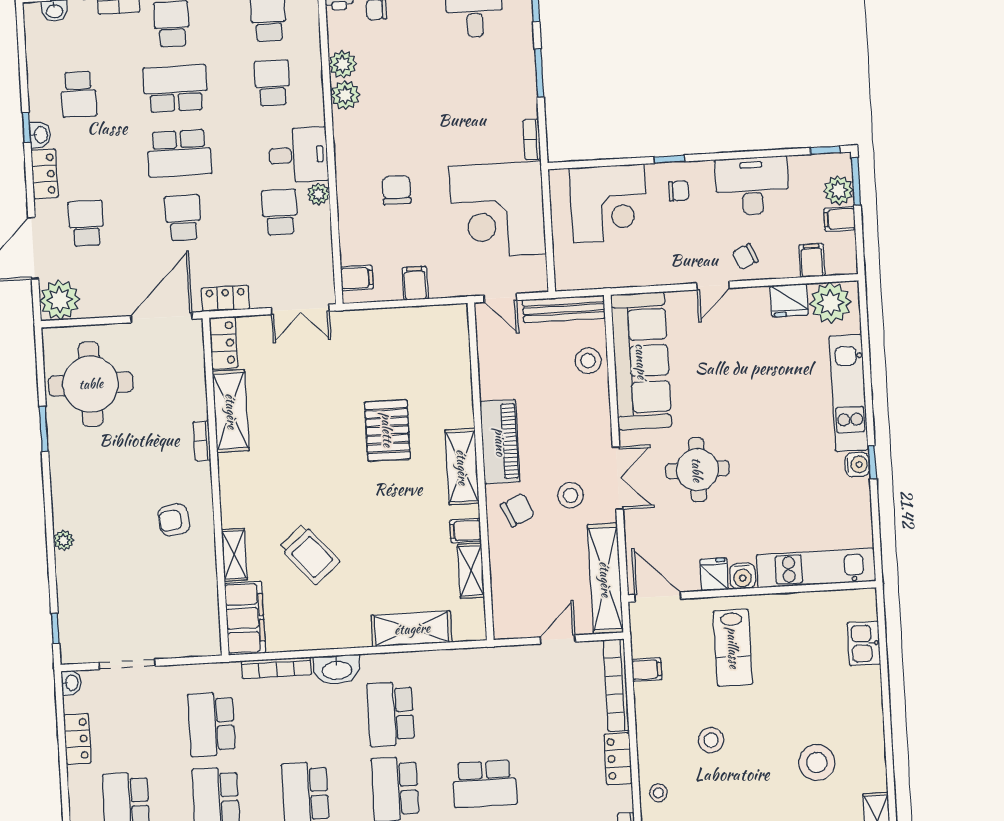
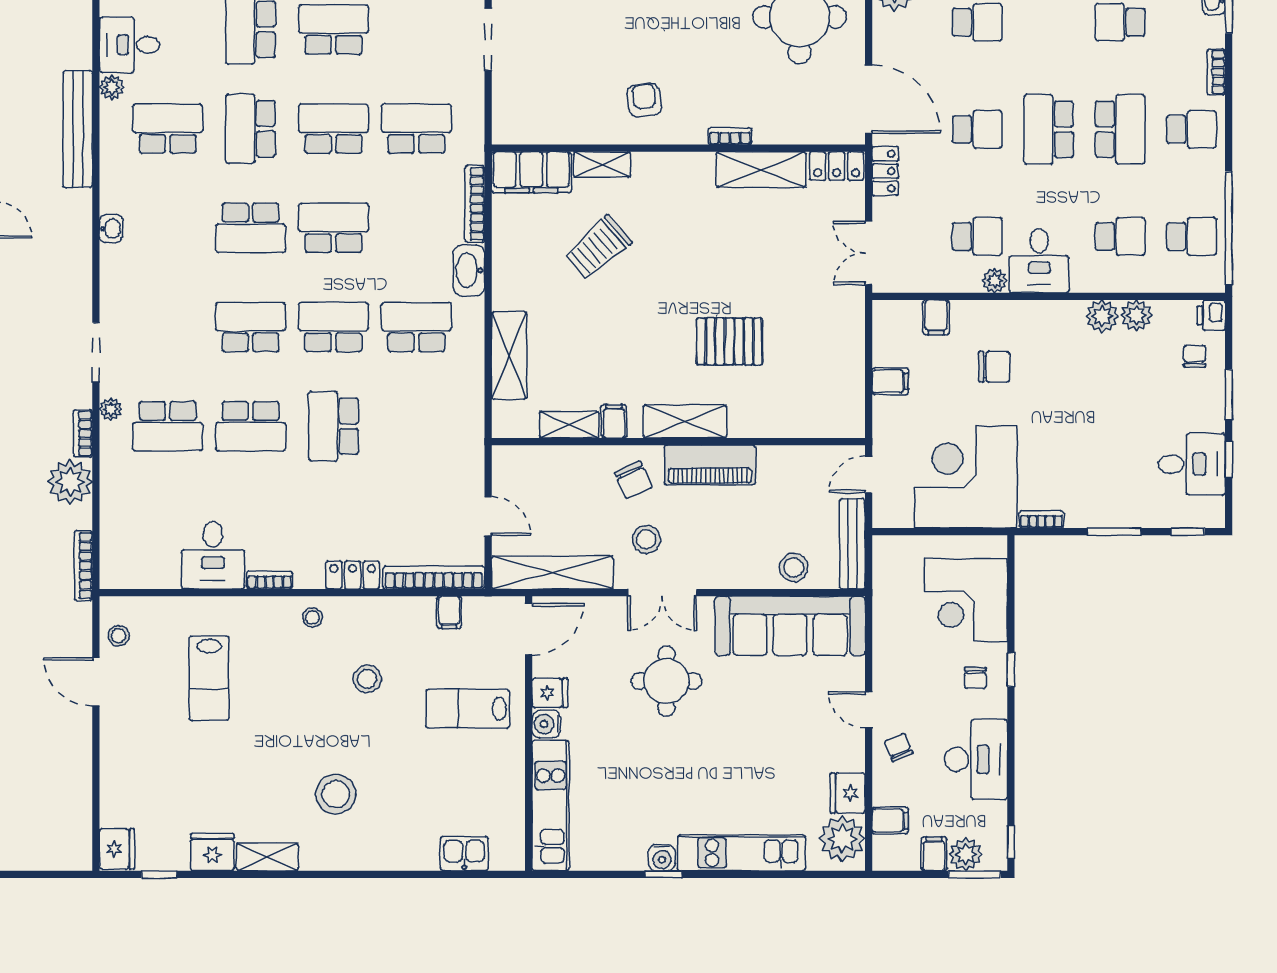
filing cabinet: (357, 278) -> (936, 317), moved

